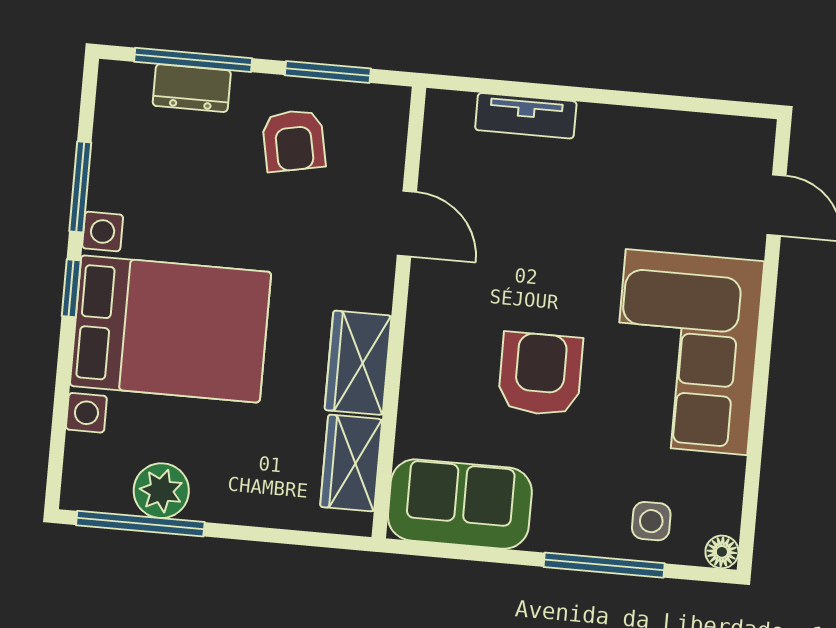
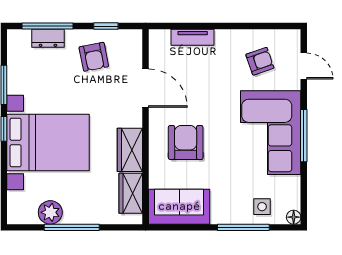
window: (328, 72) -> (106, 26), width x0.67
armchair: (676, 185) -> (260, 61), added
door: (407, 224) -> (146, 88), width x1.38
window: (762, 366) -> (304, 136), added
armchair: (540, 374) -> (186, 143), moved
window: (140, 524) -> (72, 227), moved

